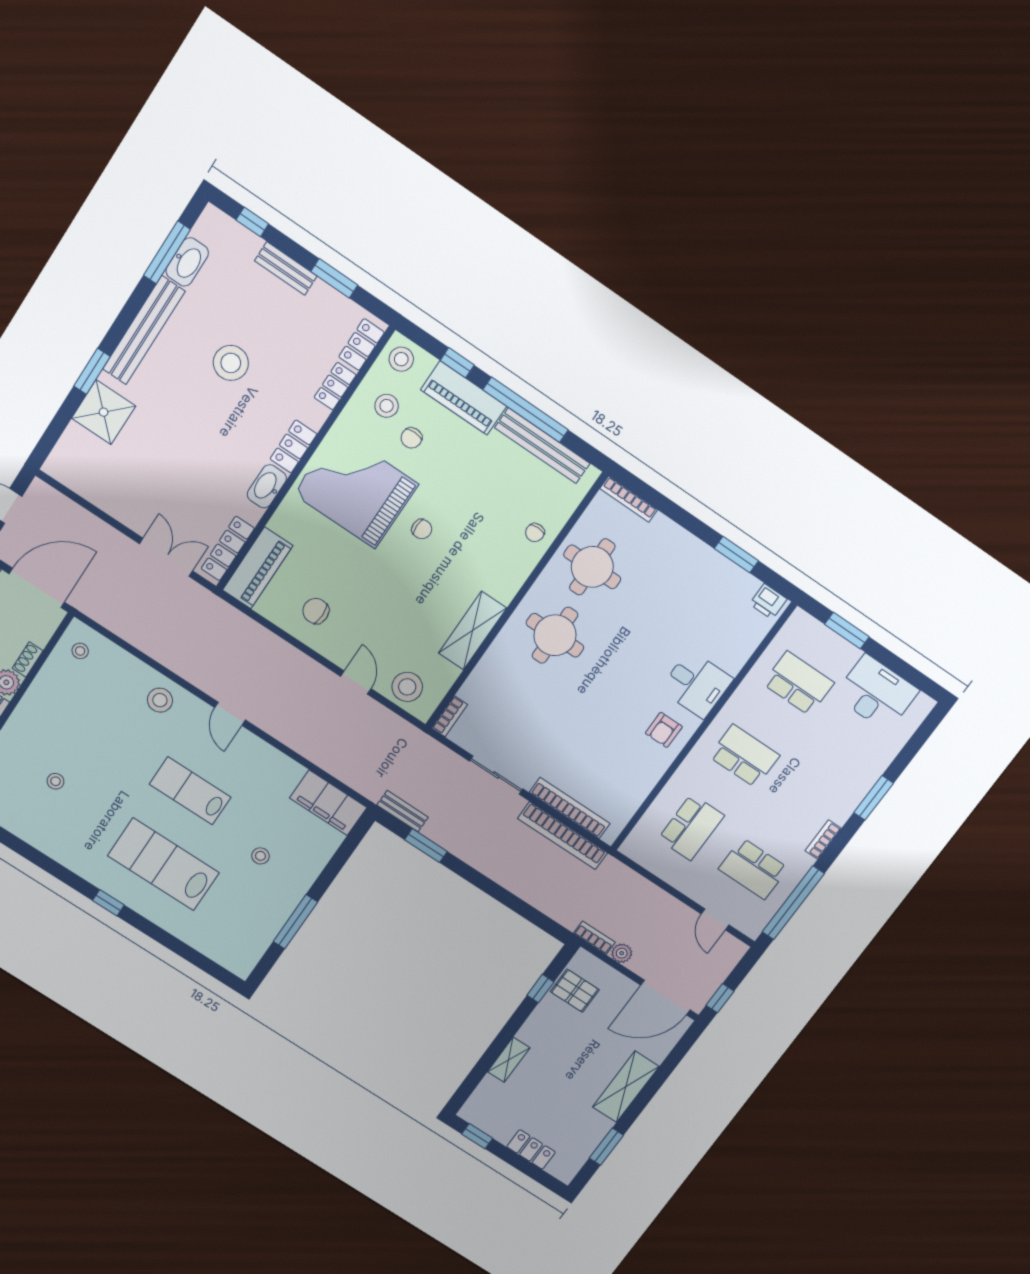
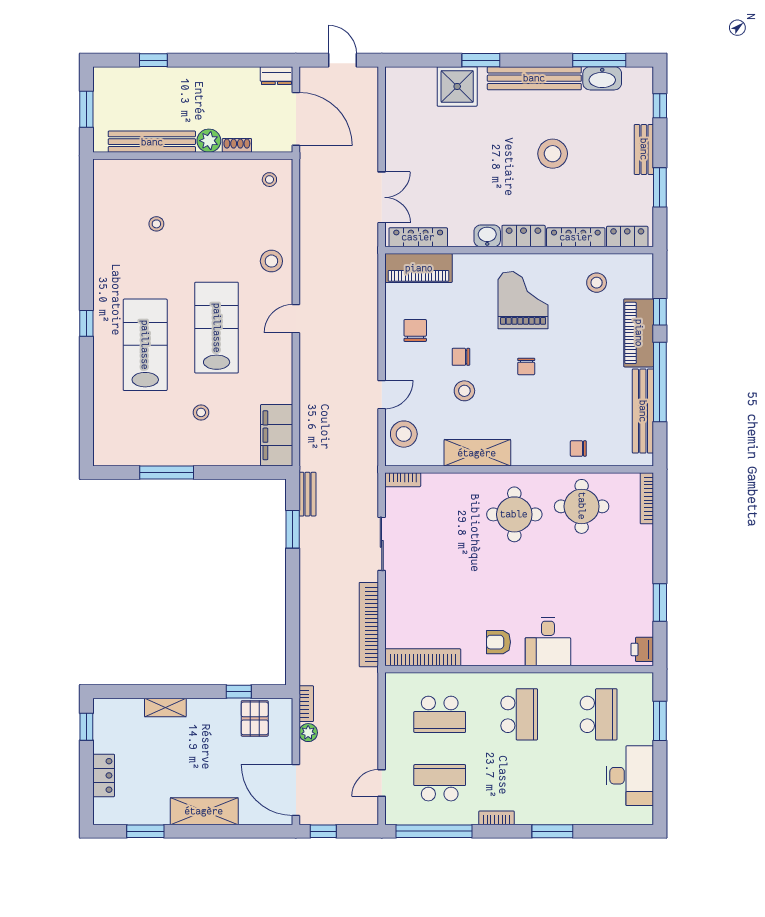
stool: (401, 359) -> (464, 391), moved
locker: (335, 386) -> (576, 237), width x1.53
chair: (411, 438) -> (461, 357), moved
washbasin: (267, 486) -> (487, 236), width x0.72
grand piano: (356, 489) -> (523, 300), width x0.73, depth x0.68
lab bench: (190, 791) -> (217, 328), width x1.36, depth x1.39
bookcase: (570, 808) -> (423, 657), moved, turned -90
school desk: (753, 869) -> (440, 783), turned 90

